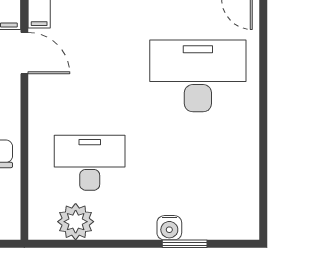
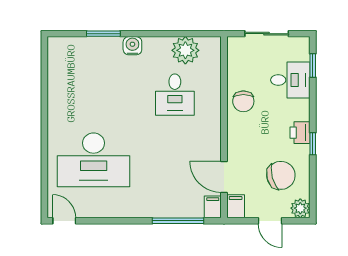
desk: (90, 163) -> (175, 95), width x0.73
water cooler: (169, 228) -> (132, 46), moved

